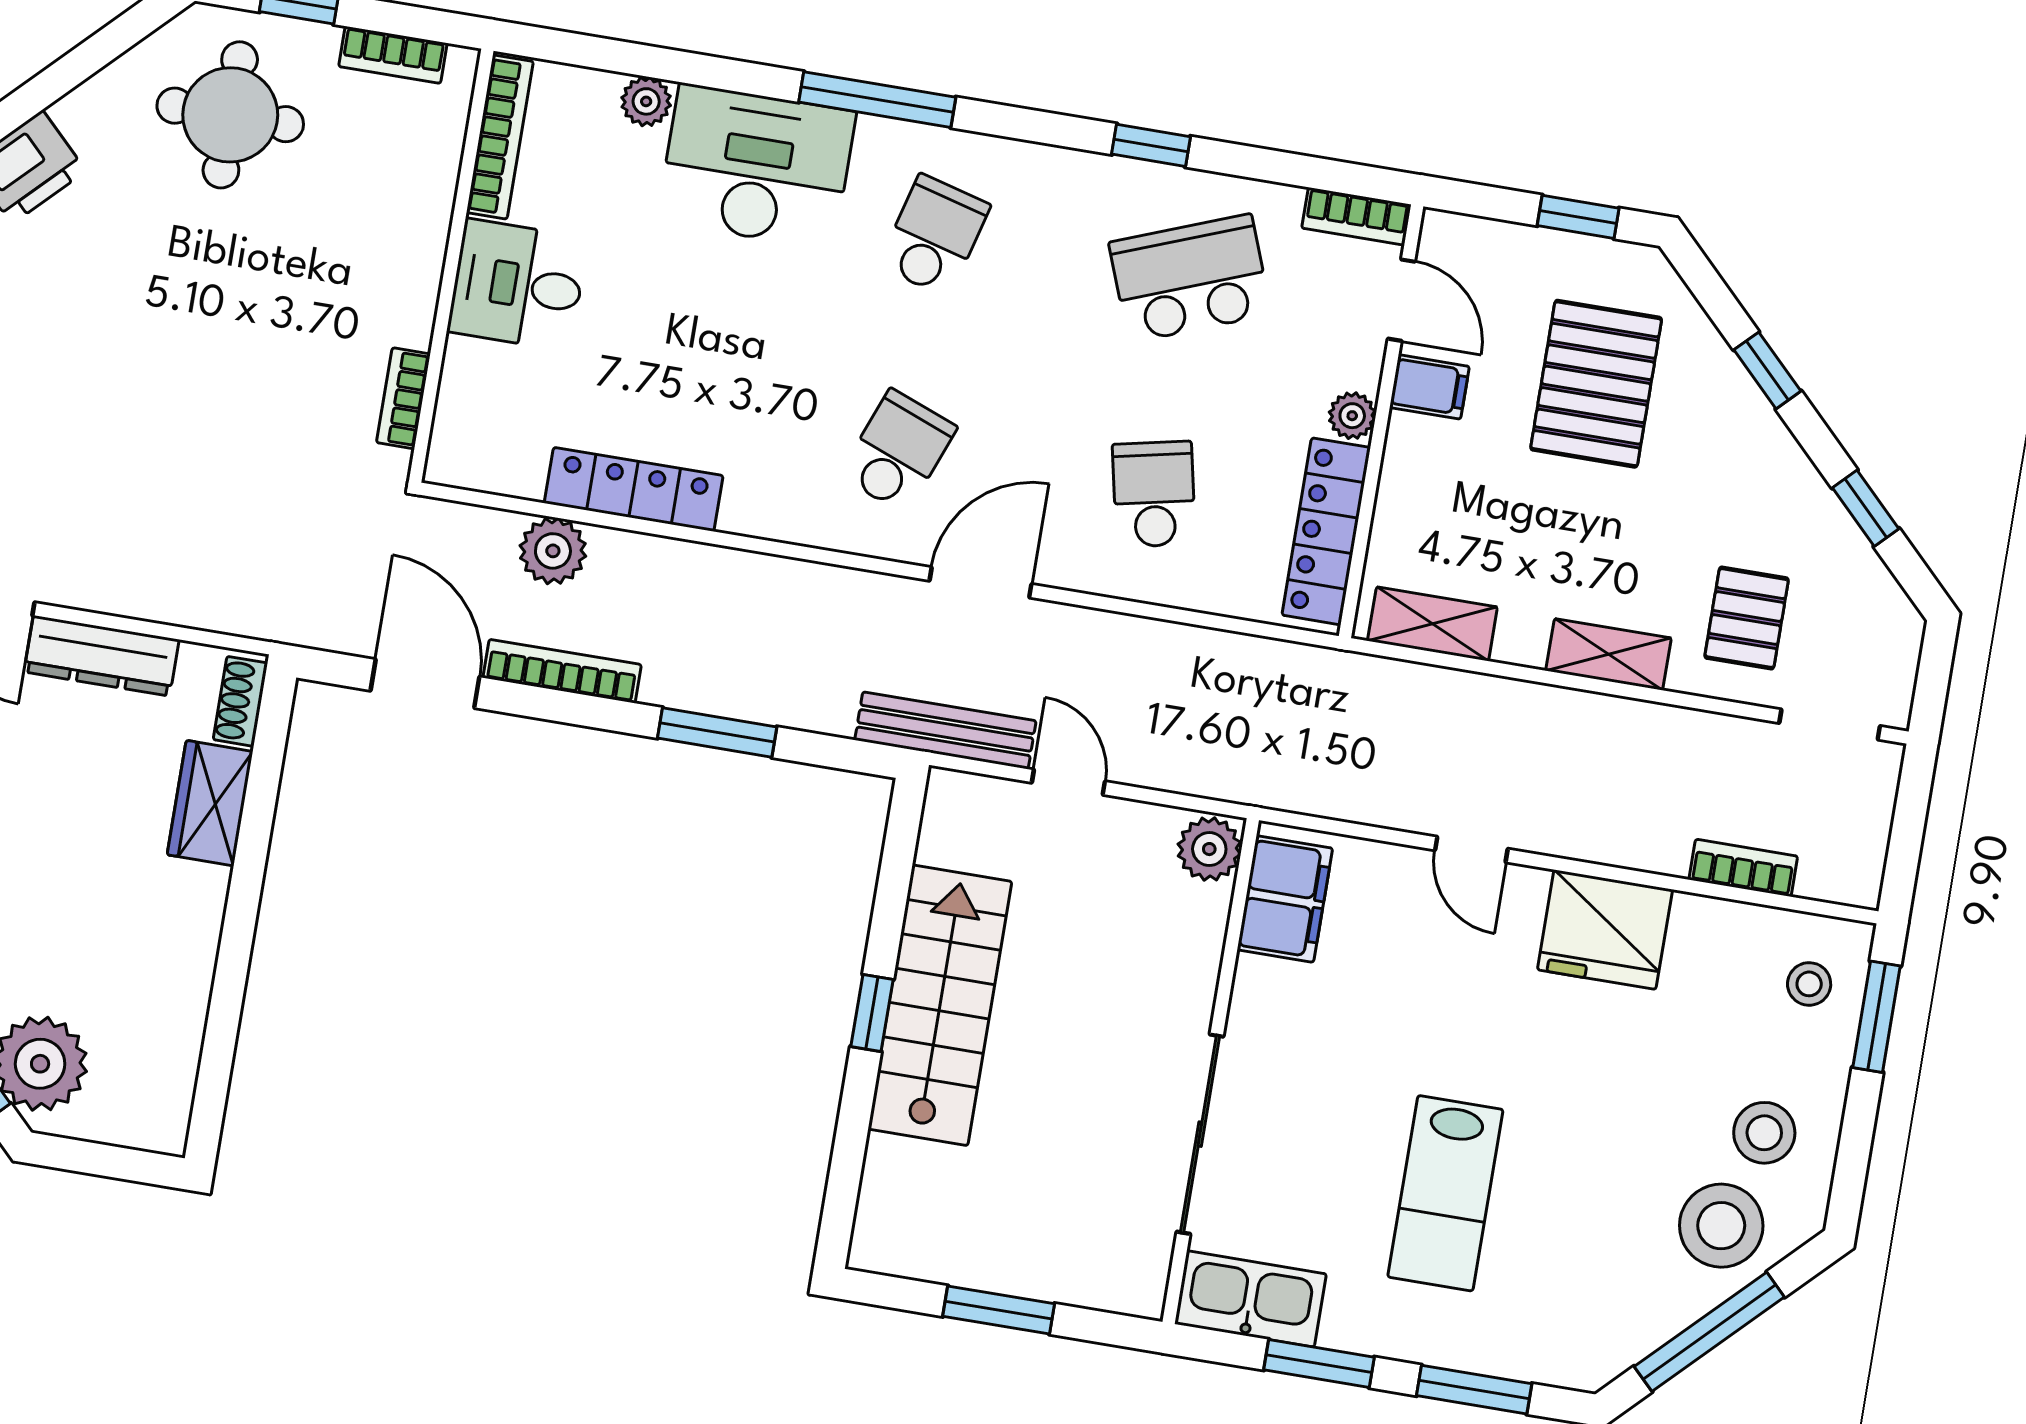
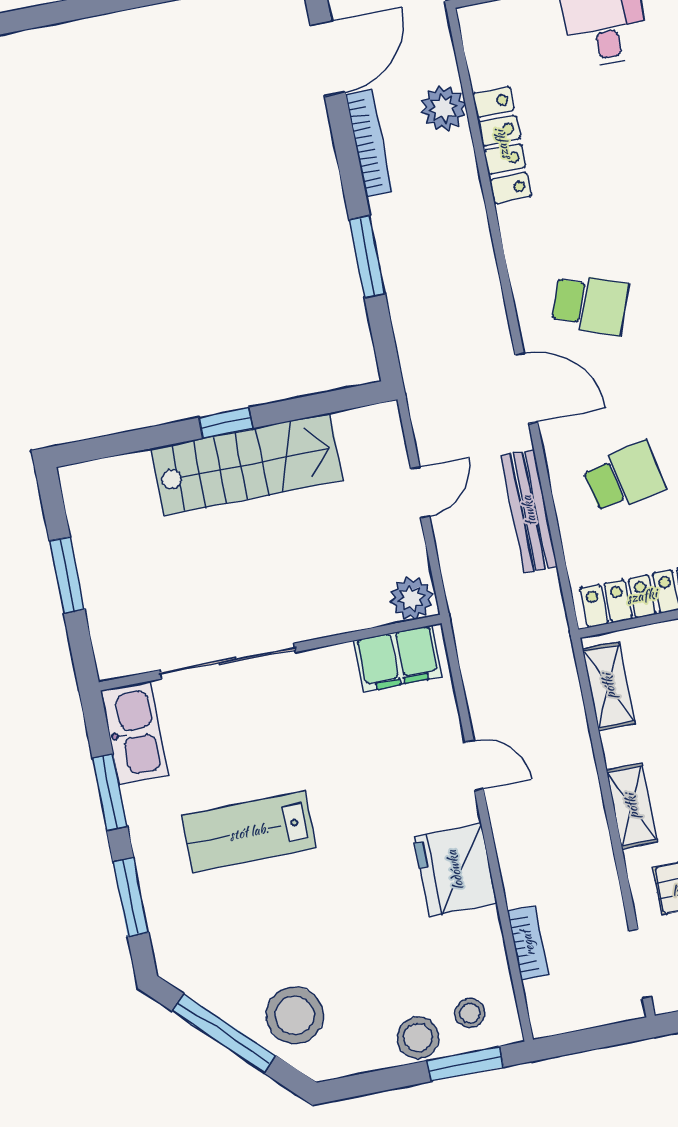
bench: (945, 730) -> (529, 511), moved
door: (1471, 850) -> (474, 765), swing flipped
stool: (1764, 1133) -> (418, 1038), moved

